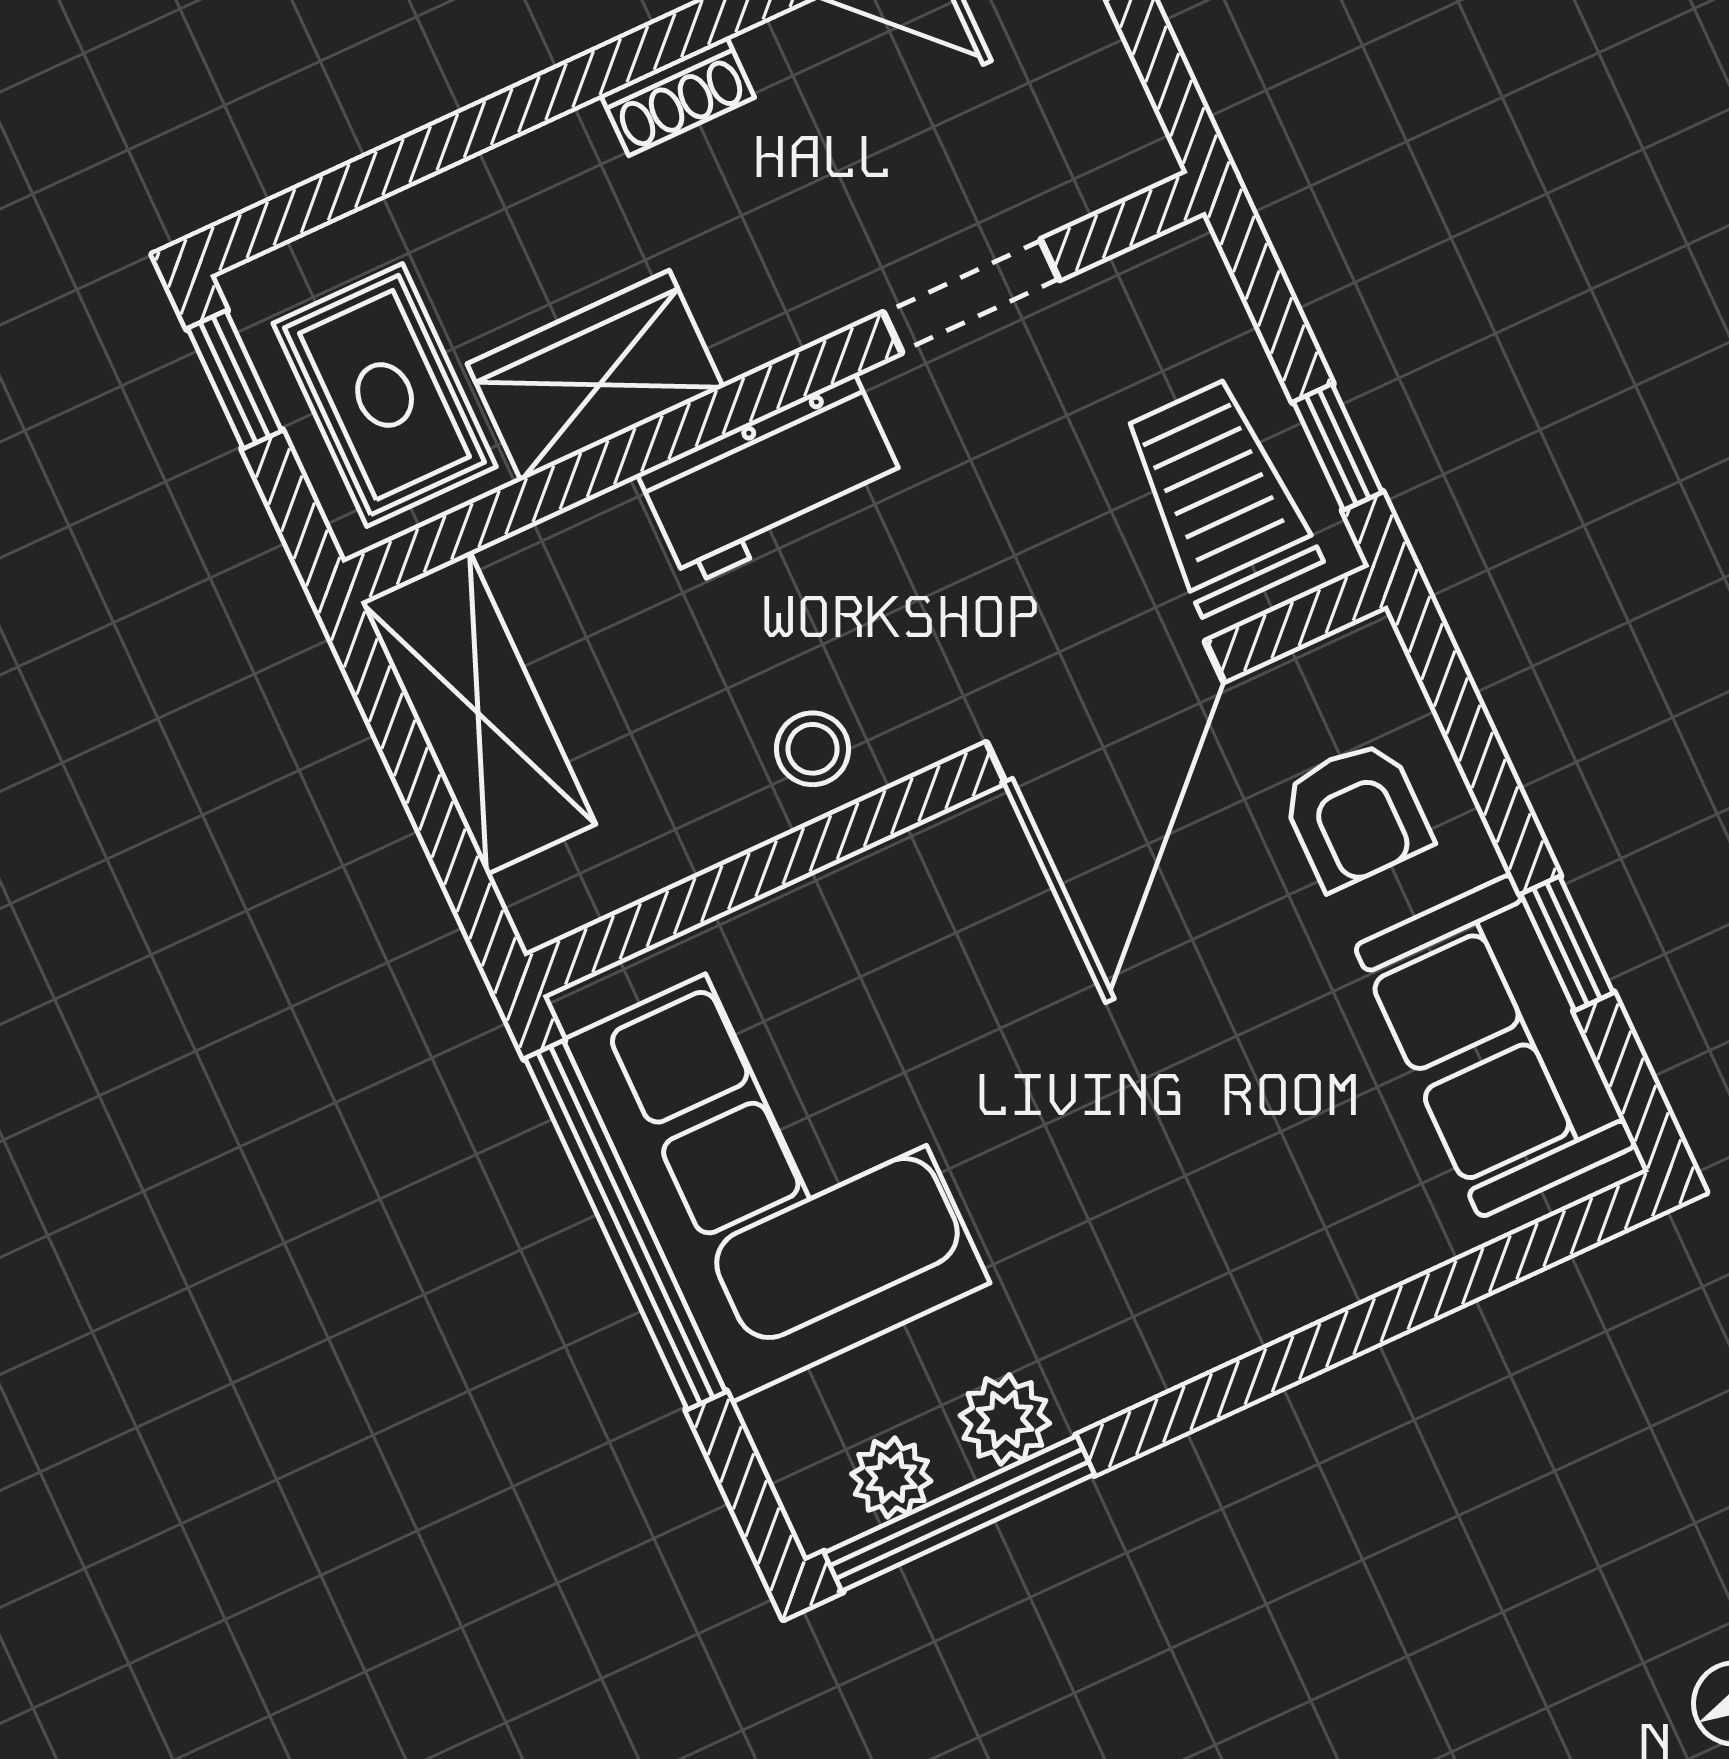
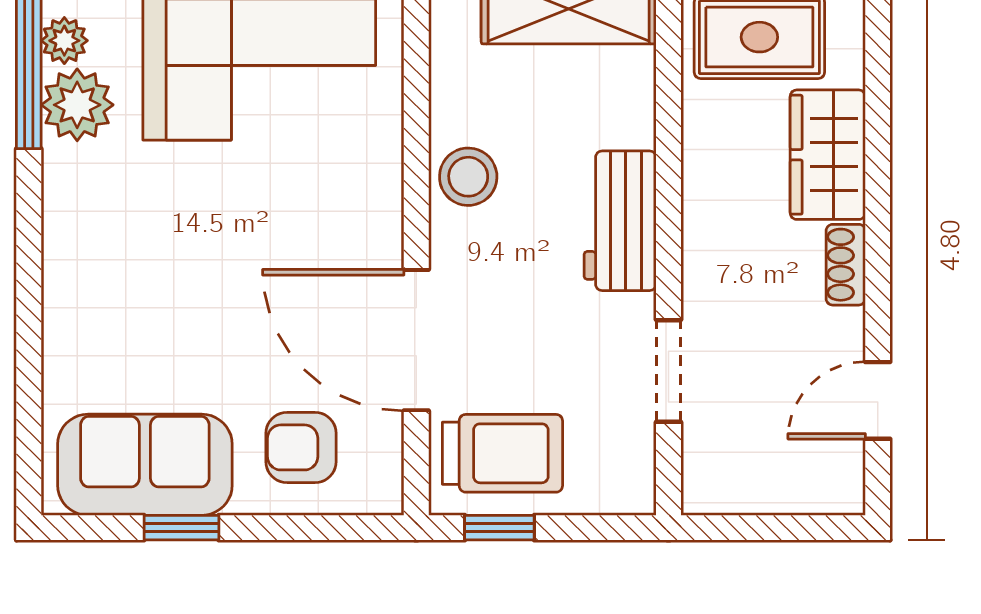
wardrobe: (595, 376) -> (828, 155), moved, turned 180
stool: (813, 749) -> (468, 177), width x1.37, depth x1.37
plant: (1005, 1419) -> (77, 105), width x1.38, depth x1.38

